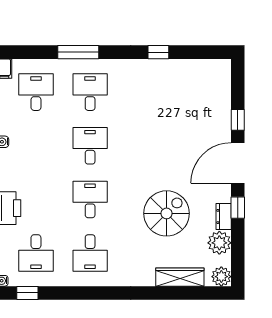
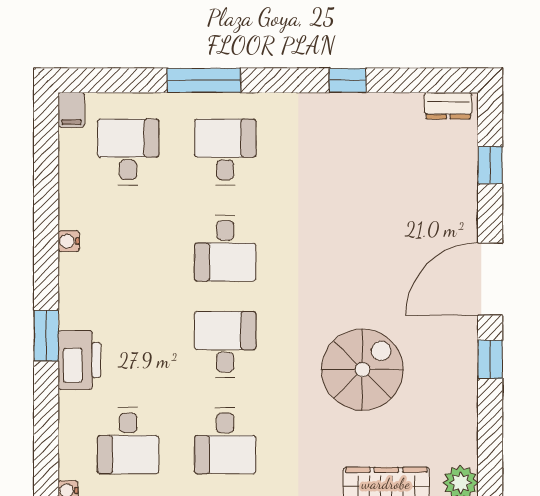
window: (238, 120) -> (490, 165), moved
desk: (90, 146) -> (225, 248), turned 180
dresser: (224, 216) -> (448, 106), moved, turned -90
plant: (219, 243) -> (457, 422), removed

